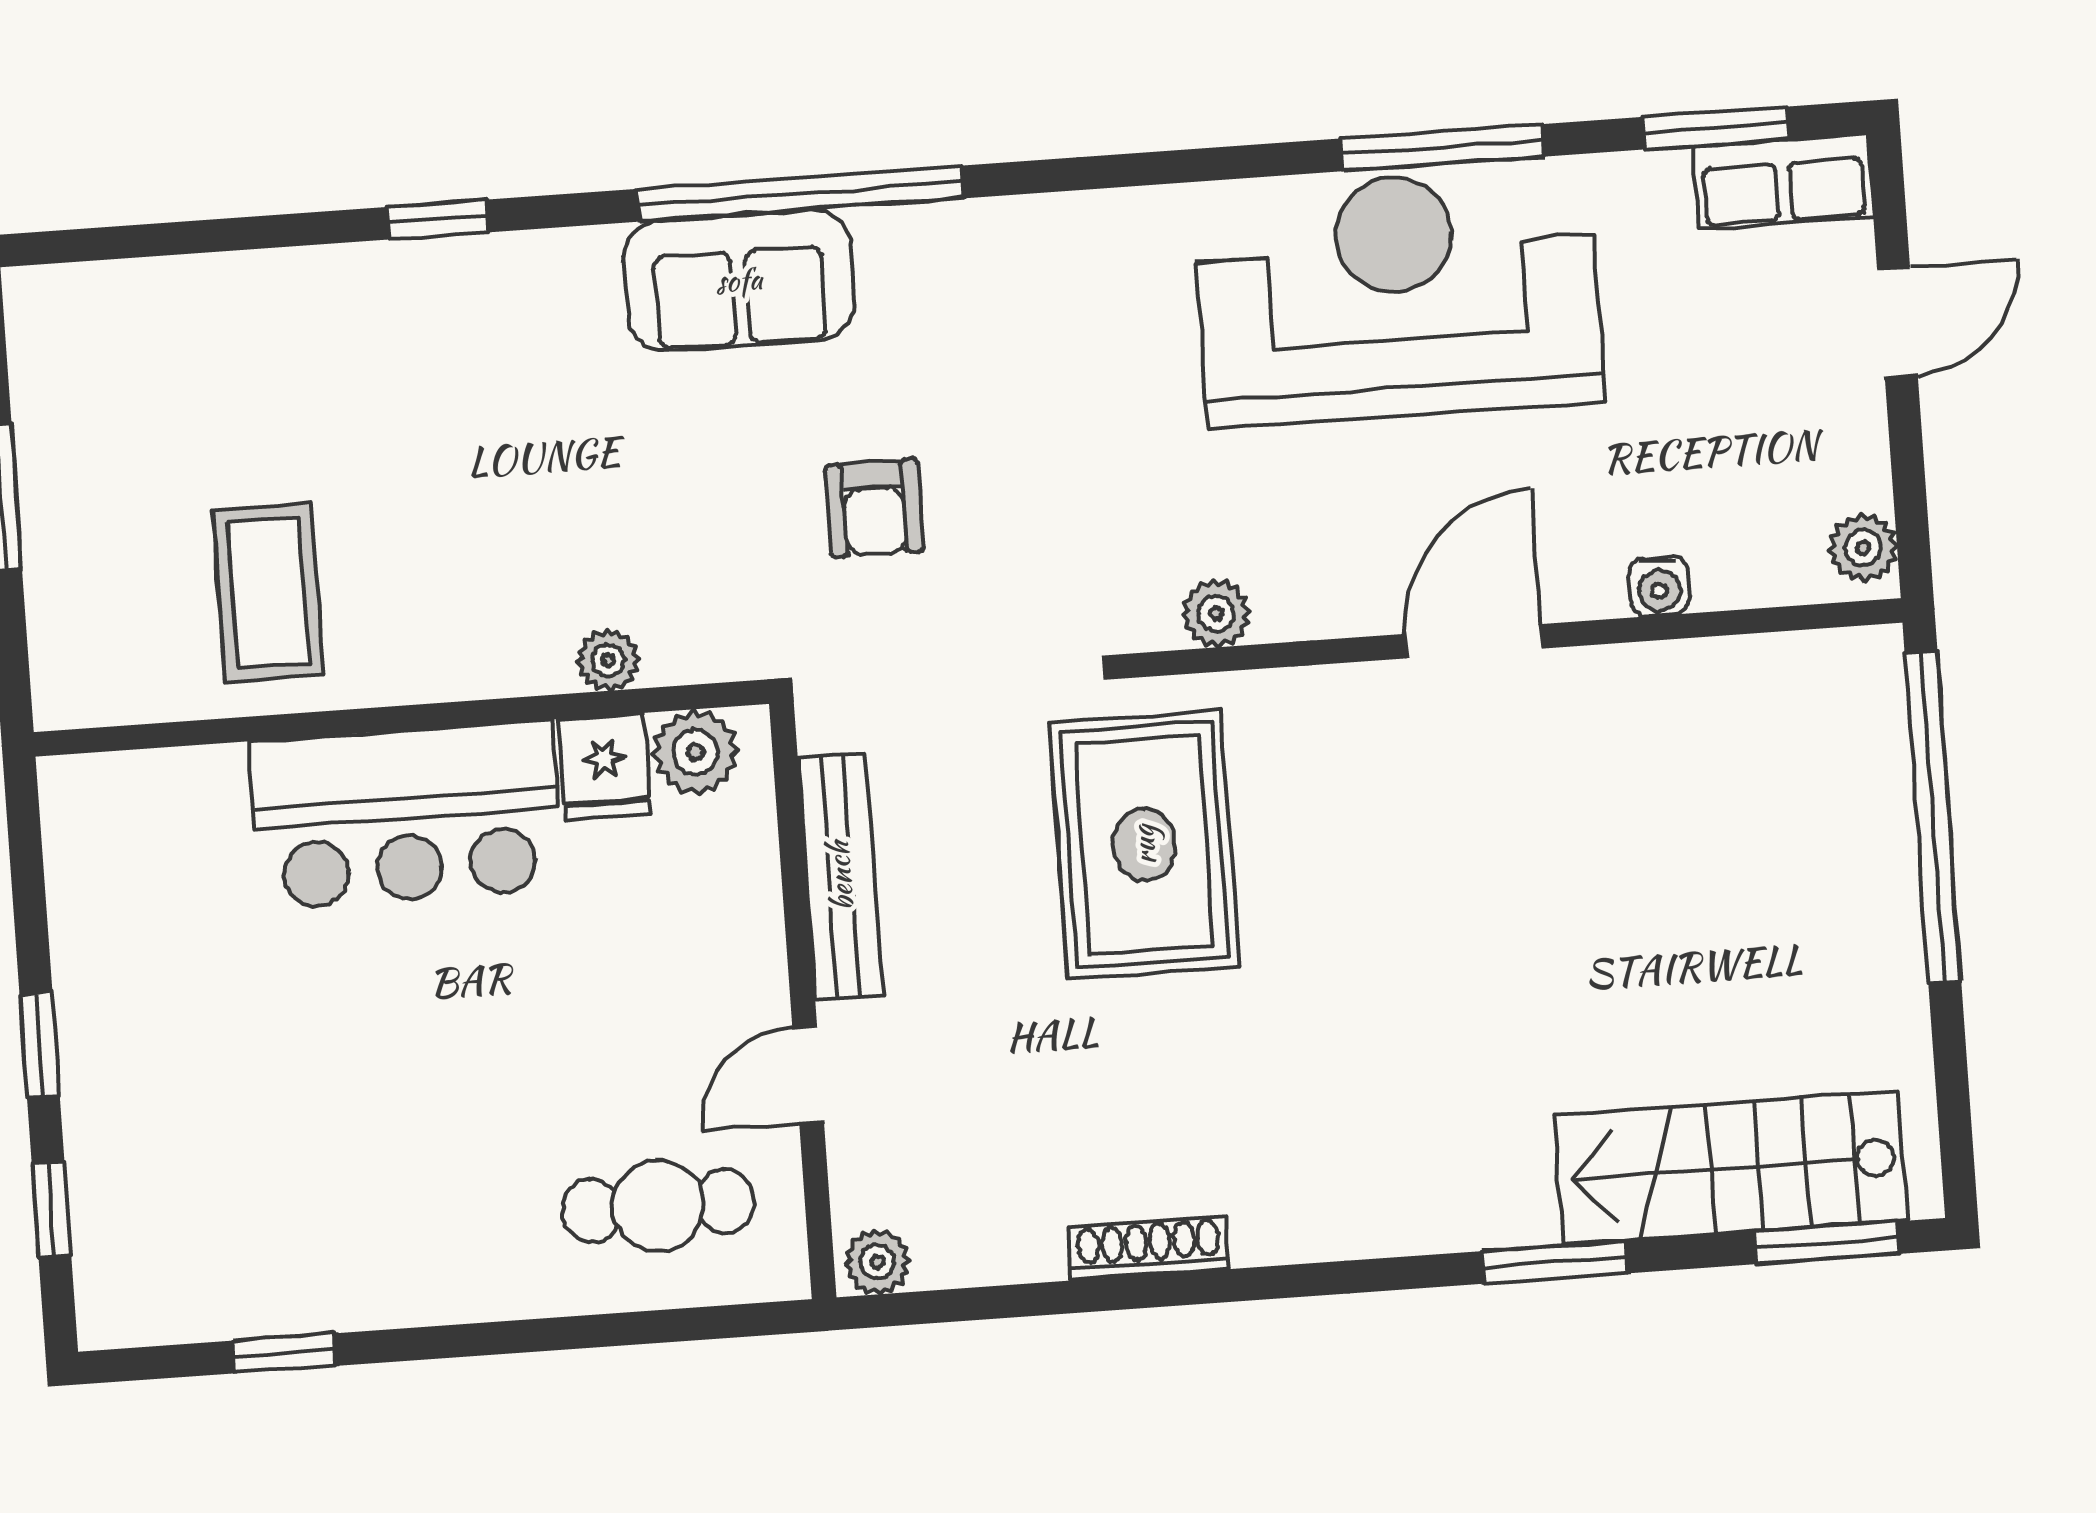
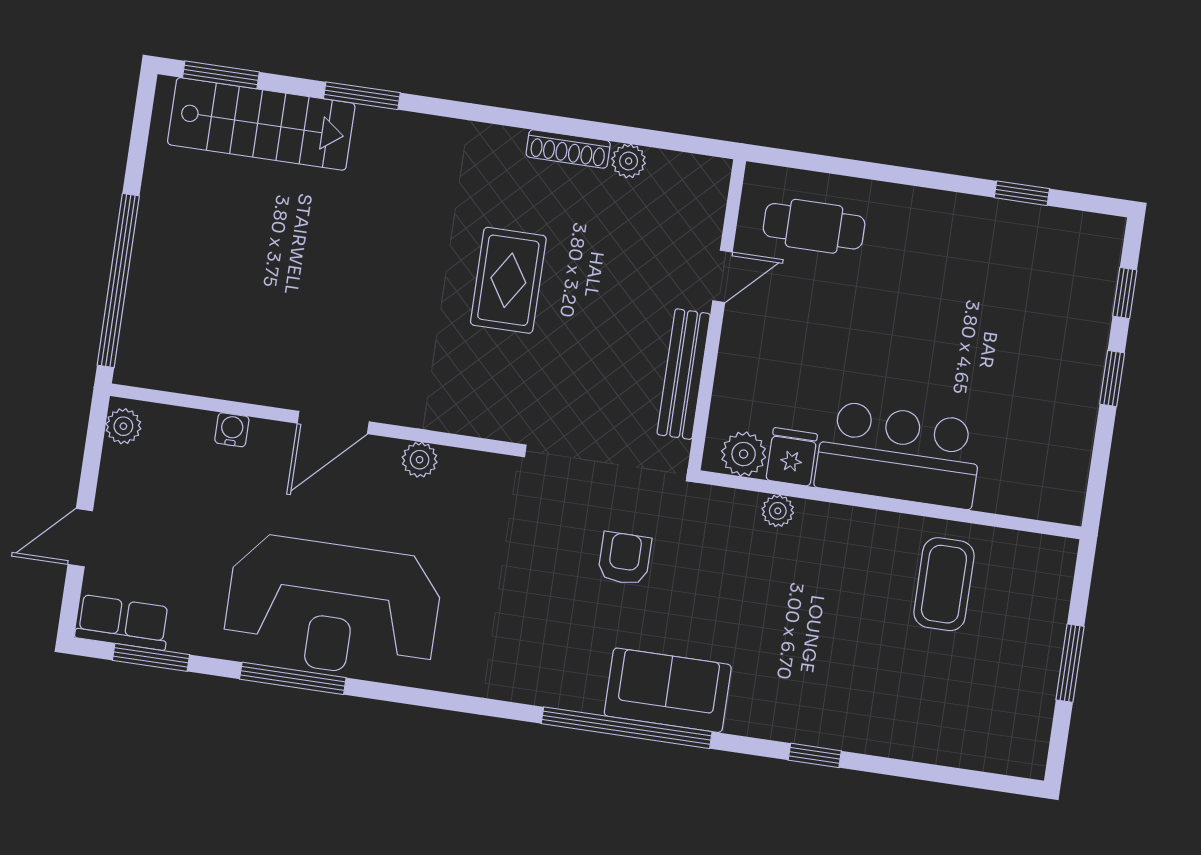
plant: (1216, 613) -> (420, 460), moved
rug: (1144, 845) -> (508, 280), moved, width x0.73, depth x0.70
plant: (877, 1262) -> (629, 161), moved

